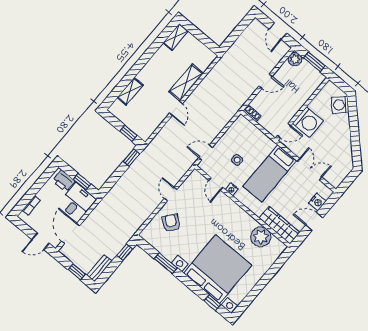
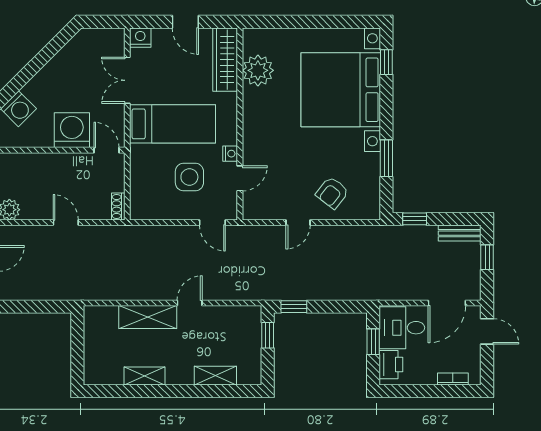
shelving: (176, 37) -> (144, 376), moved
side table: (237, 160) -> (189, 177), width x1.87, depth x1.87
nightstand: (317, 202) -> (140, 38), moved

